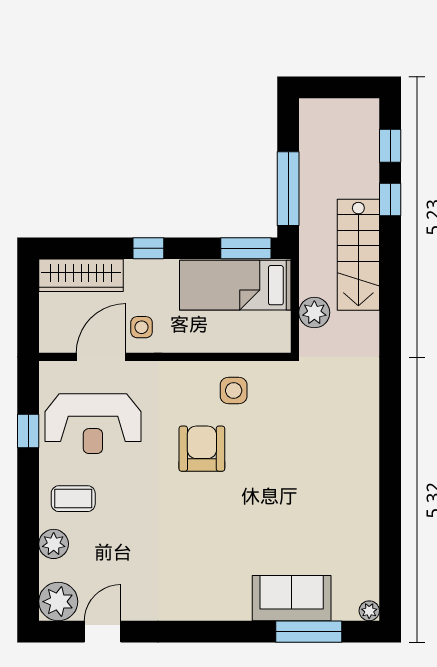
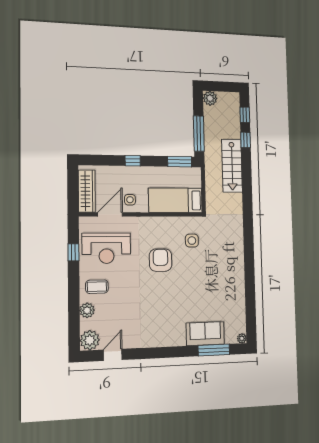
wardrobe: (81, 275) -> (87, 191), moved, turned -90
bed: (235, 285) -> (175, 200), moved
plant: (314, 313) -> (210, 98), moved
side table: (234, 391) -> (192, 241), moved

